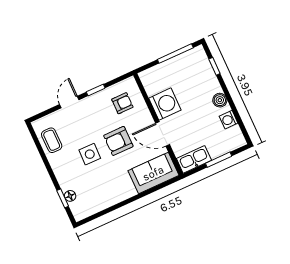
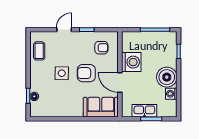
boiler: (220, 100) -> (167, 77), width x1.86, depth x1.86
kitchen sink: (194, 159) -> (144, 111), moved

